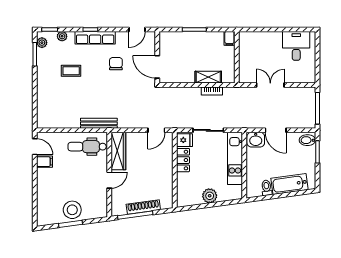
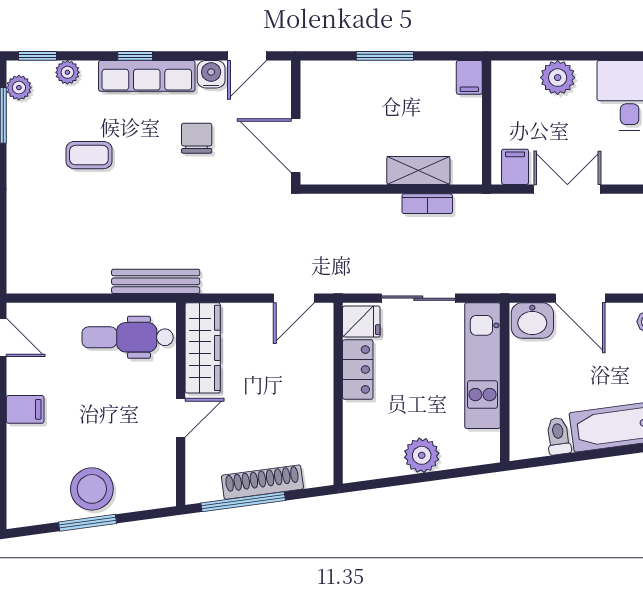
water cooler: (122, 37) -> (211, 74), added
plant: (266, 38) -> (558, 78), added
filing cabinet: (249, 76) -> (515, 167), added
filing cabinet: (44, 162) -> (25, 409), moved

